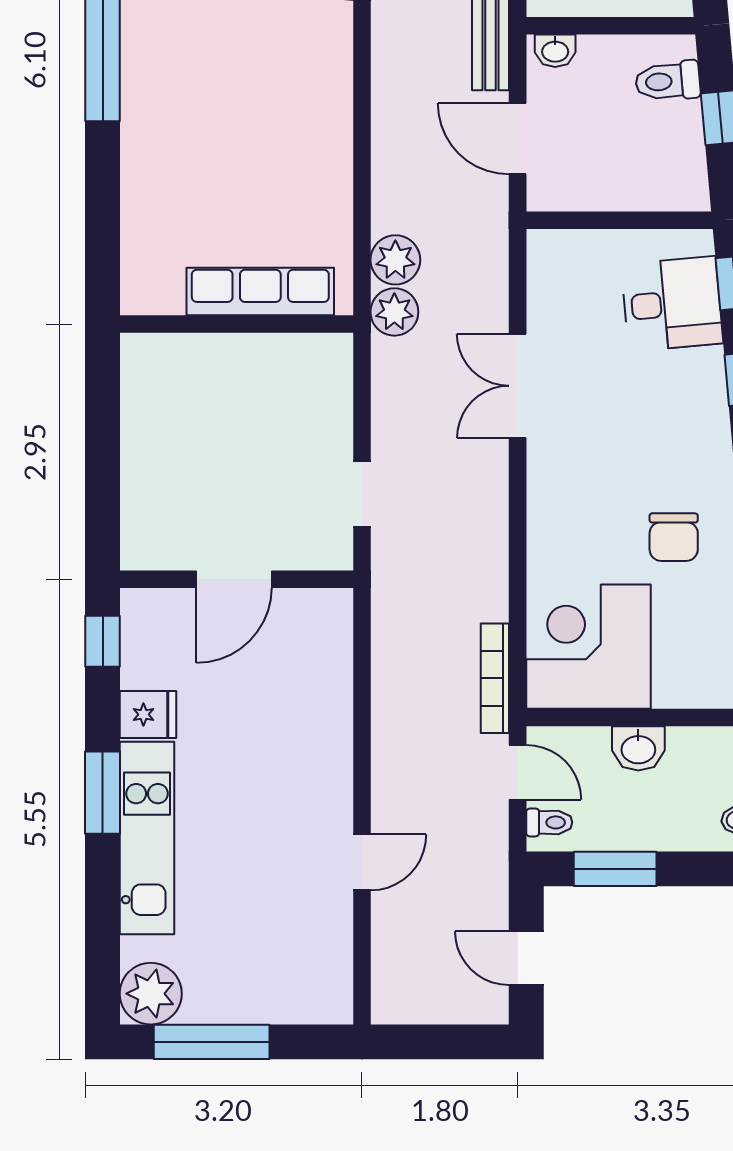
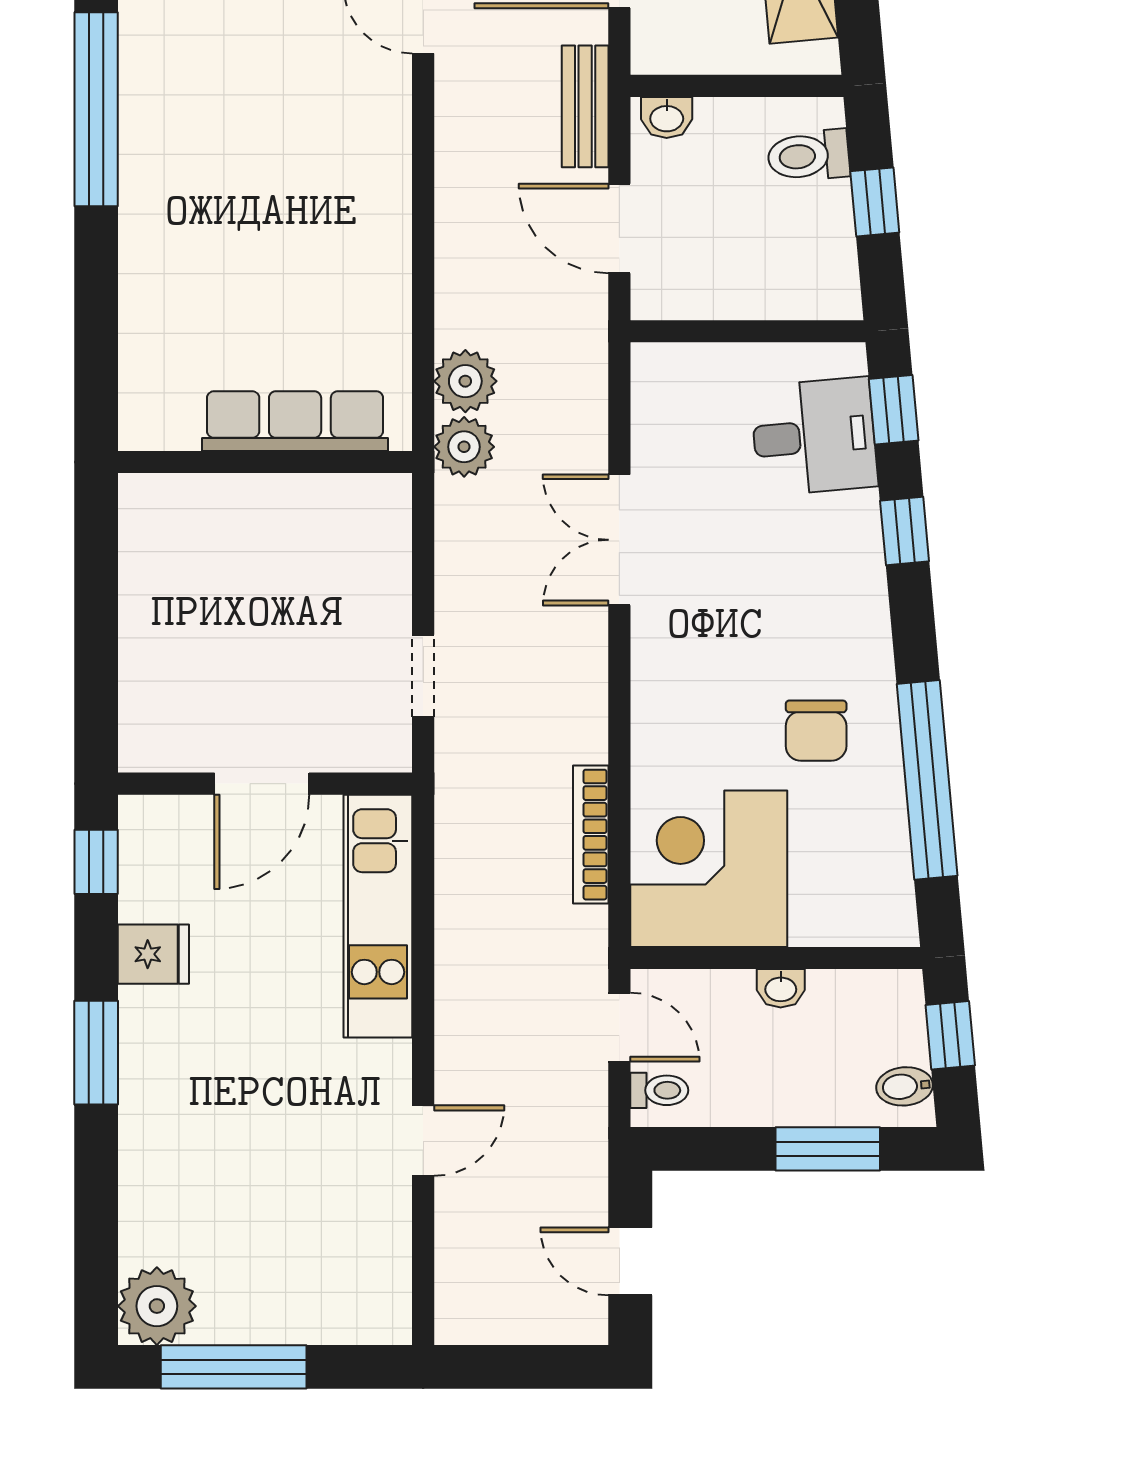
bookcase: (495, 678) -> (591, 835), moved
washbasin: (638, 748) -> (781, 988), width x0.72, depth x0.69
kitchen unit: (147, 838) -> (378, 916), moved, turned 180
window: (615, 869) -> (828, 1149), moved

